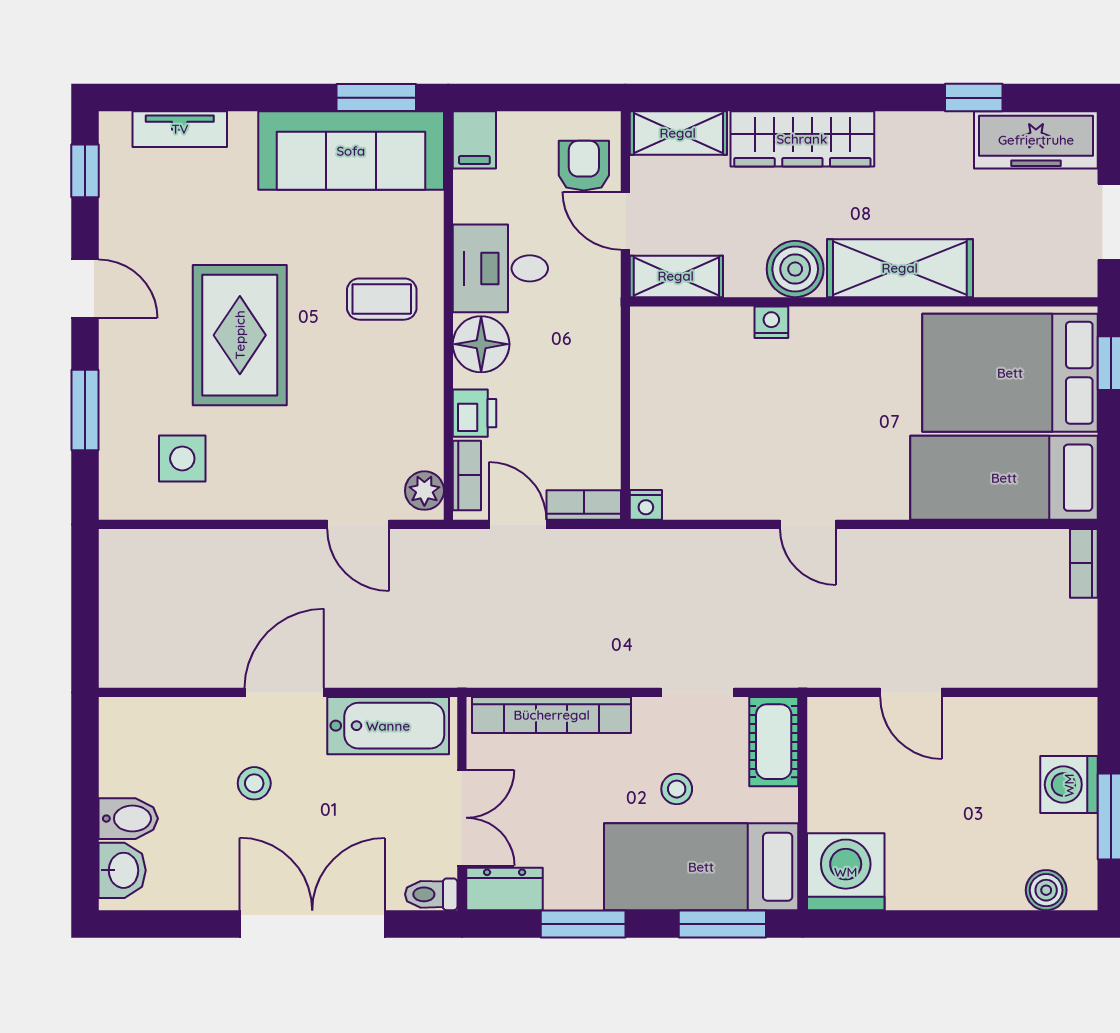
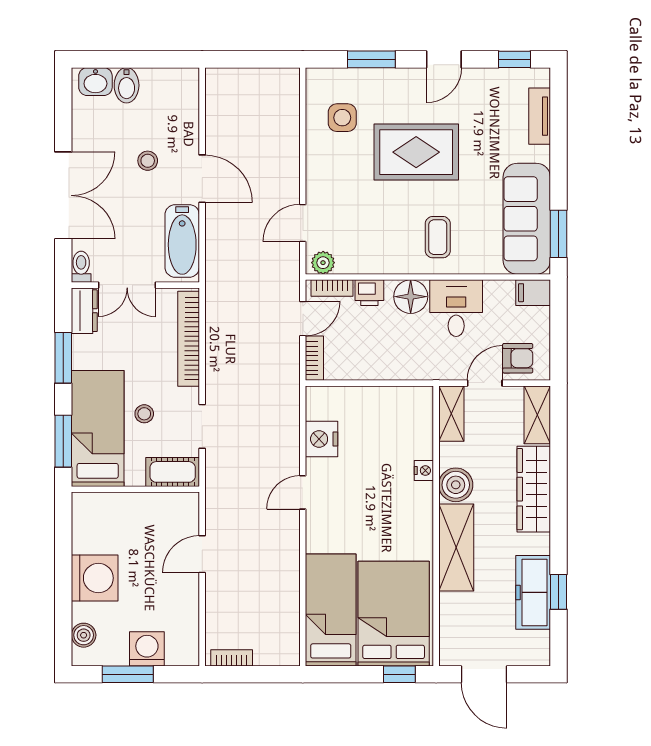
freezer: (1036, 140) -> (533, 592), moved
nightstand: (646, 505) -> (322, 439), moved, width x1.89, depth x1.79
bookcase: (1084, 563) -> (232, 658), moved
washing machine: (846, 872) -> (95, 578), moved

